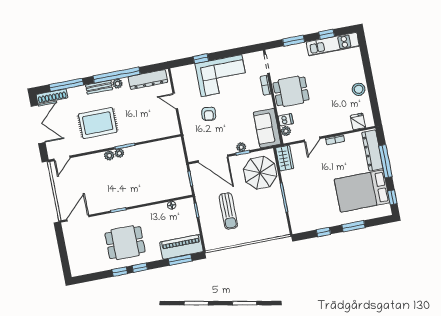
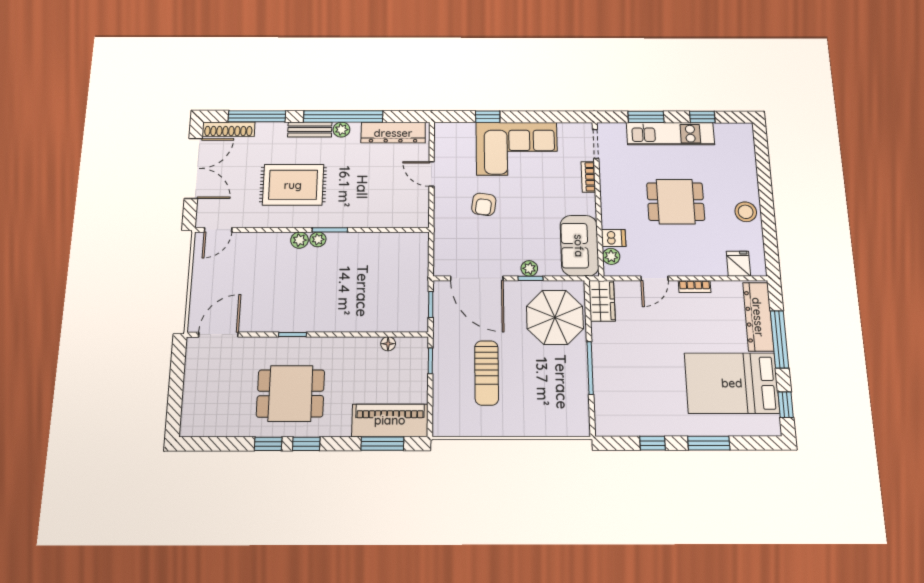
kitchen unit: (333, 44) -> (670, 134), moved
dining table: (291, 91) -> (676, 202), moved

